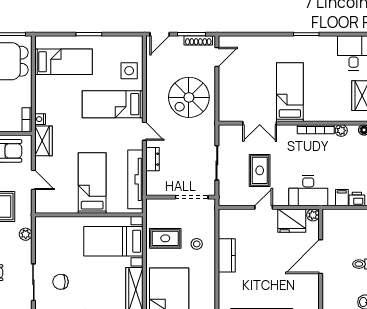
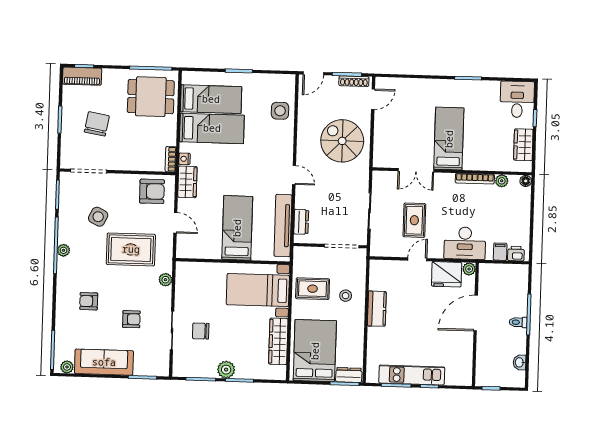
spiral stairs: (189, 97) -> (342, 141), turned 90
bed: (113, 104) -> (212, 128), moved, turned 180
dresser: (152, 159) -> (301, 222), moved

